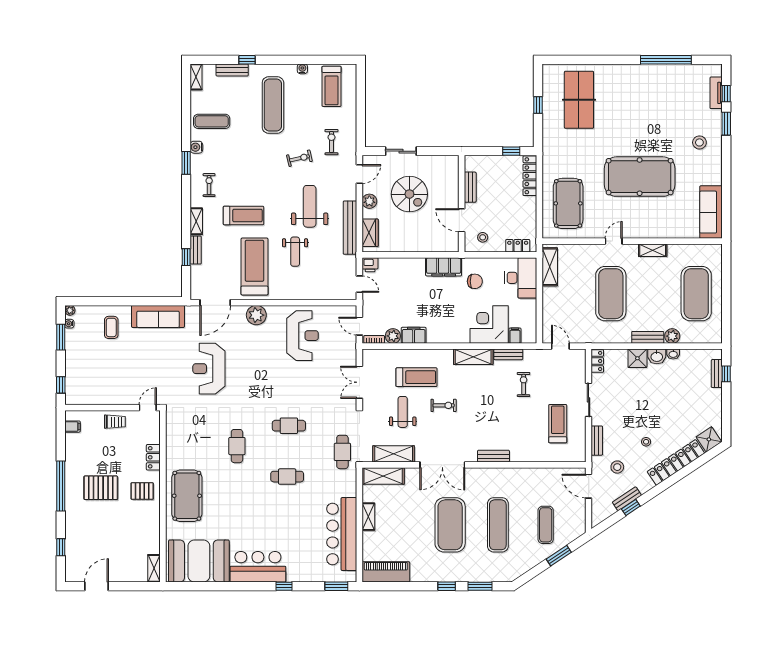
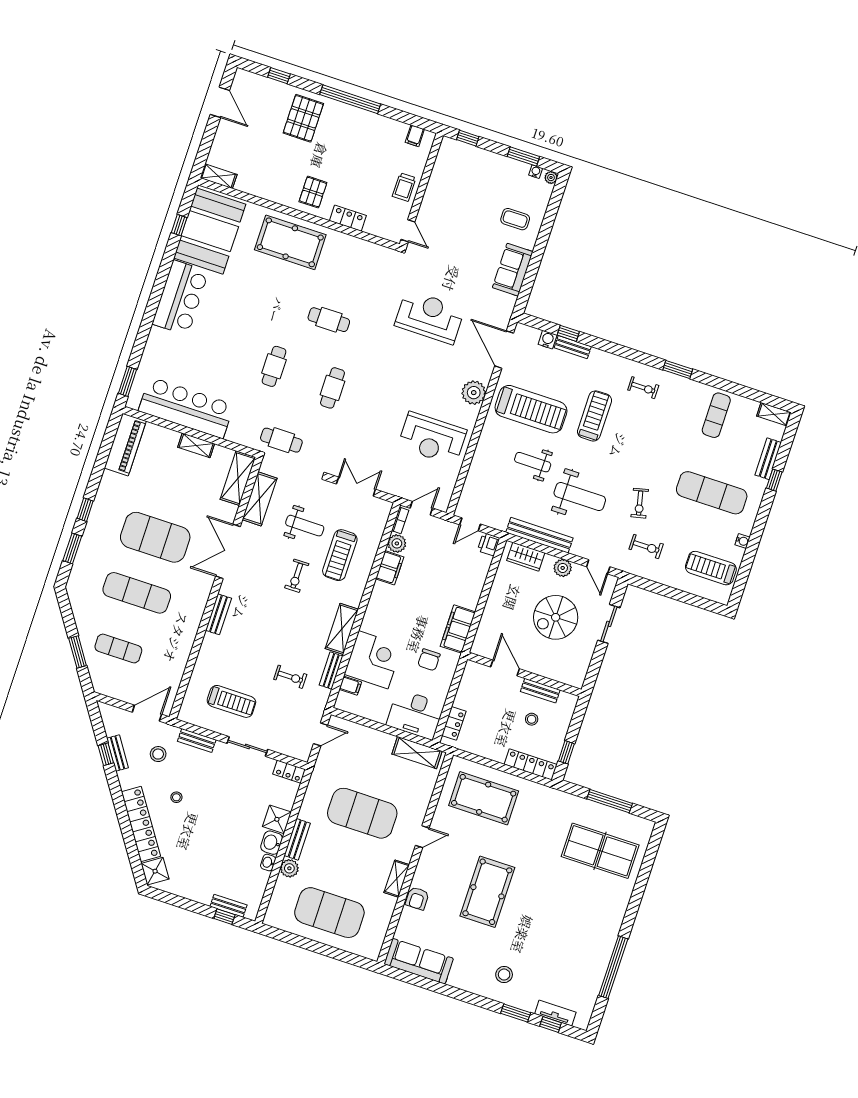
window: (538, 105) -> (610, 801), width x2.17
water cooler: (196, 147) -> (548, 340), moved
pool table: (640, 177) -> (487, 892), width x0.73, depth x0.76
treadmill: (243, 216) -> (595, 416), turned 180
door: (462, 220) -> (505, 668), hinge flipped
shelving: (196, 221) -> (606, 359), removed
armchair: (663, 229) -> (417, 898), added
stool: (483, 237) -> (532, 719), moved
door: (614, 241) -> (422, 837), hinge flipped
sofa: (158, 316) -> (513, 270), width x0.73
pallet: (101, 488) -> (303, 118), moved
window: (284, 586) -> (179, 225), moved

